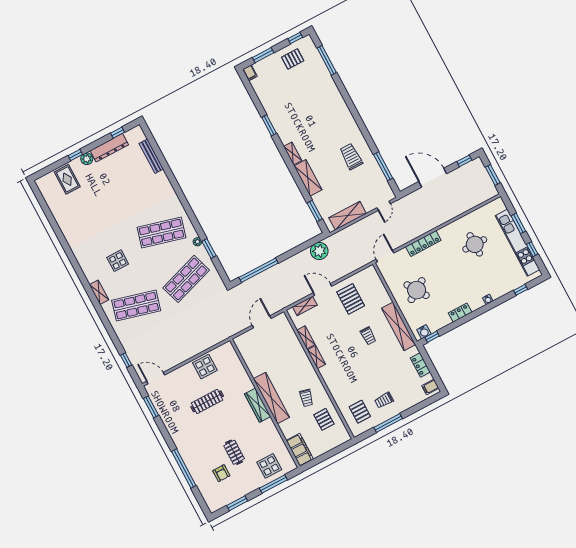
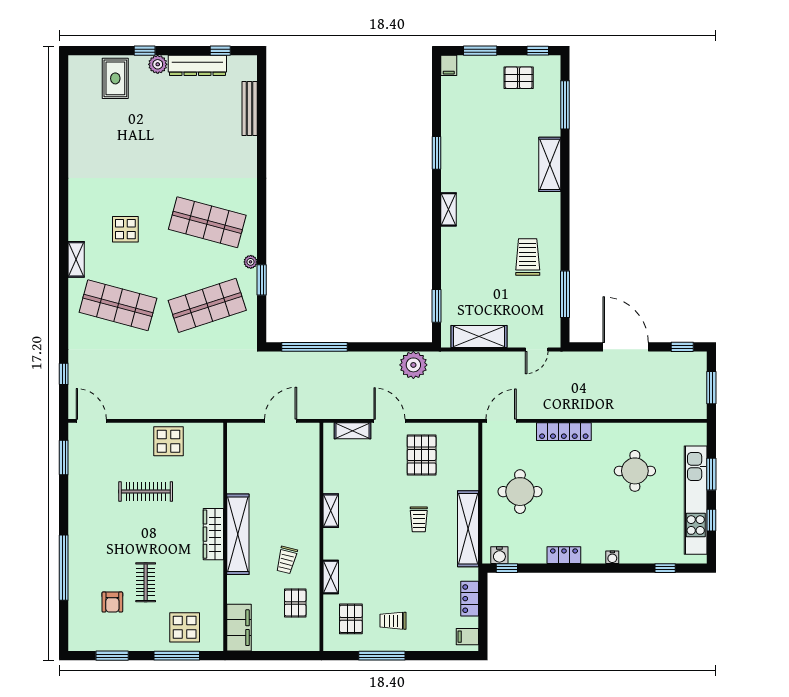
shelving: (308, 178) -> (550, 164), moved
round table: (417, 290) -> (520, 492), turned 33
shelving: (306, 337) -> (331, 577), moved

